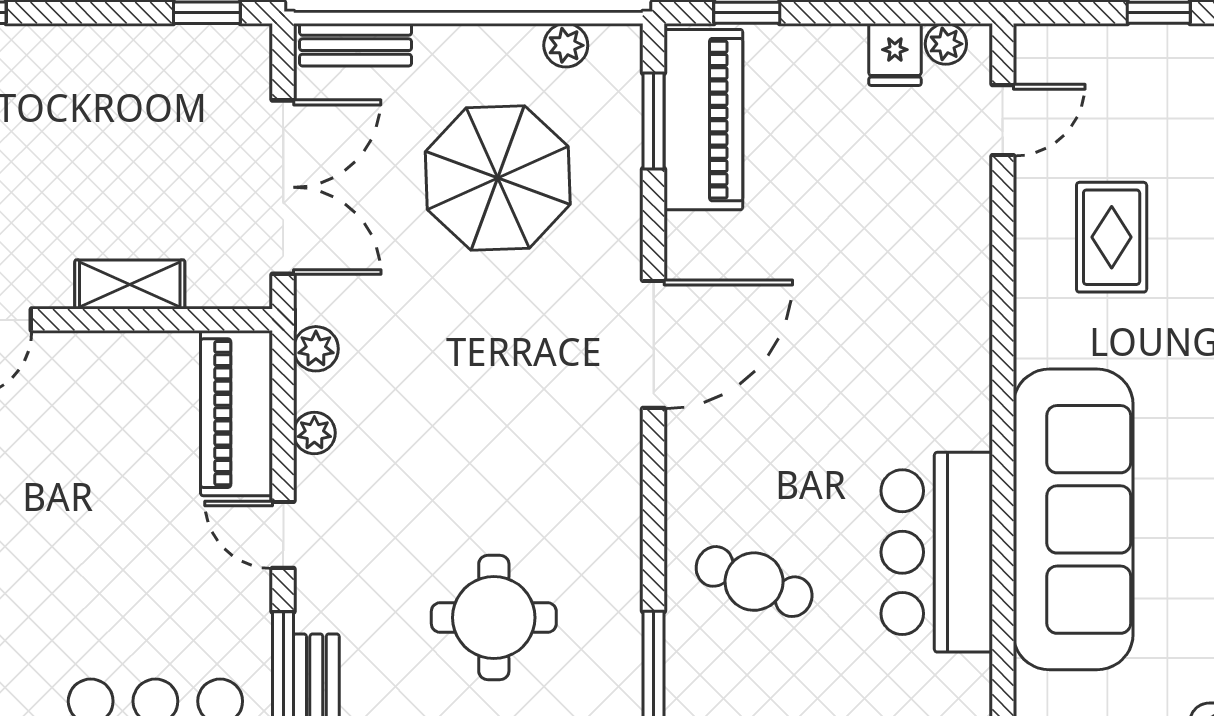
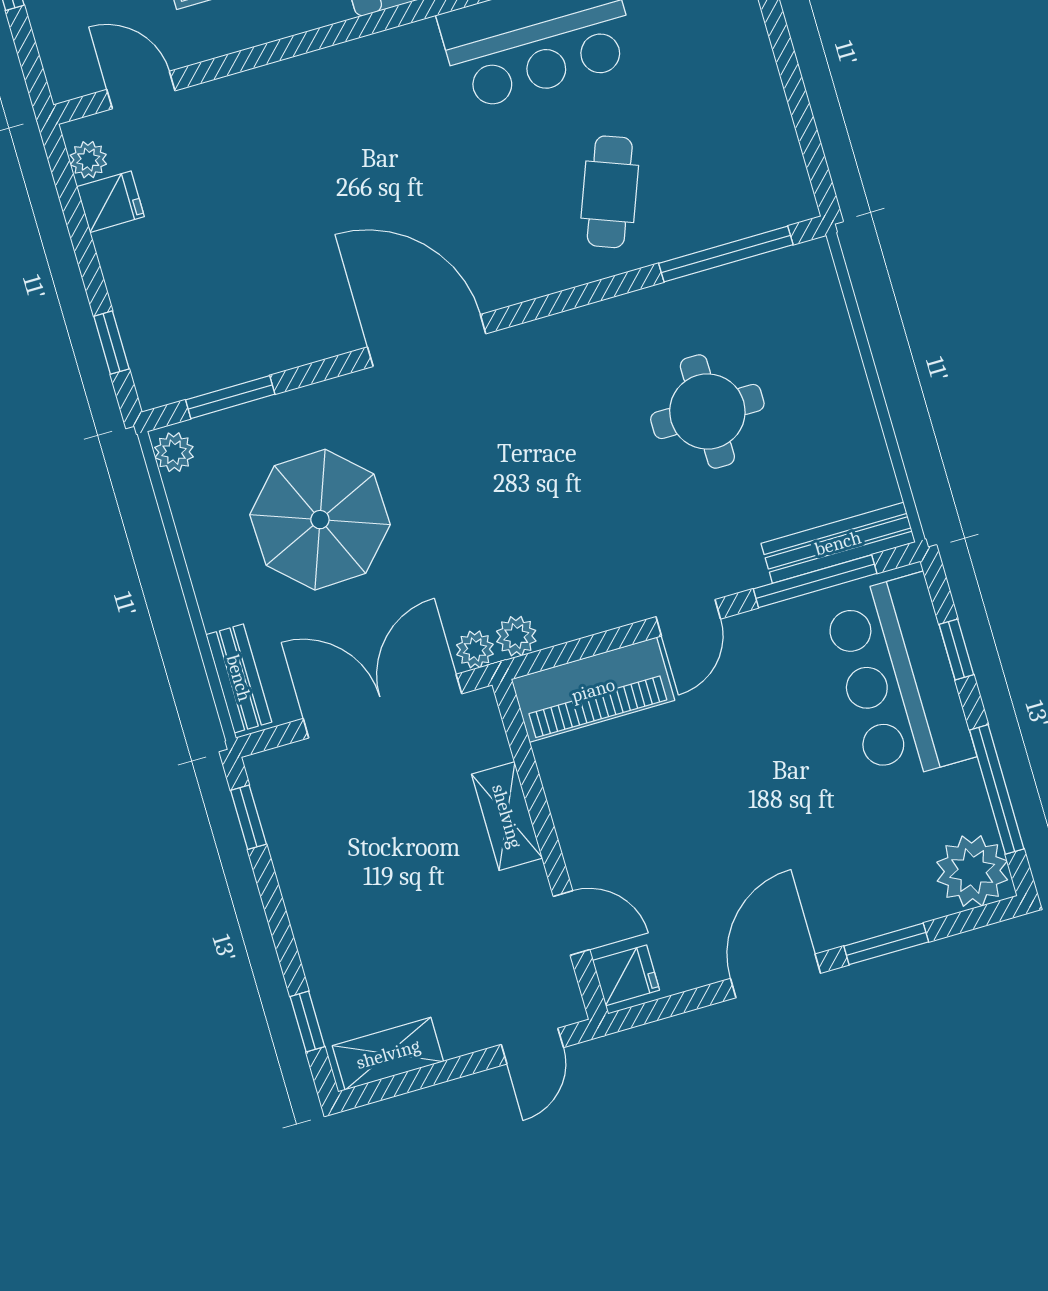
plant: (566, 45) -> (174, 452), moved
piano: (703, 120) -> (216, 354), removed
plant: (314, 433) -> (475, 649), moved

